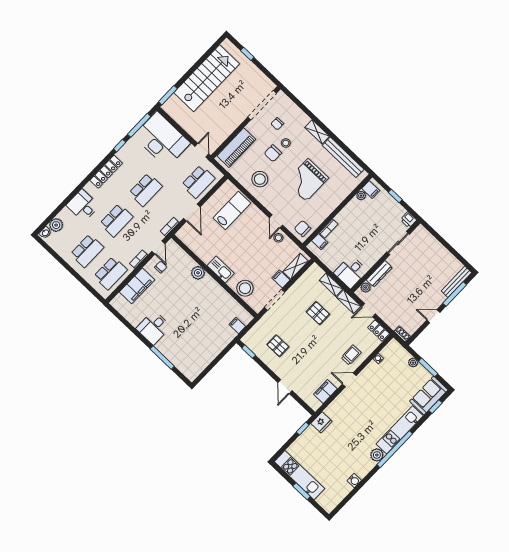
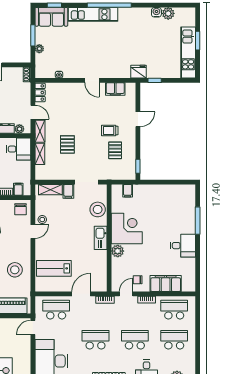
corner desk: (209, 297) -> (127, 228), added
trolley: (351, 355) -> (110, 130), moved
plant: (377, 455) -> (168, 13), moved

